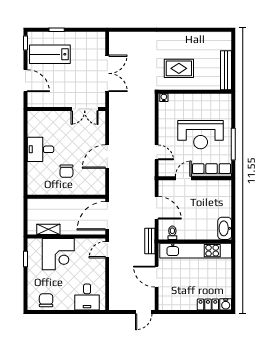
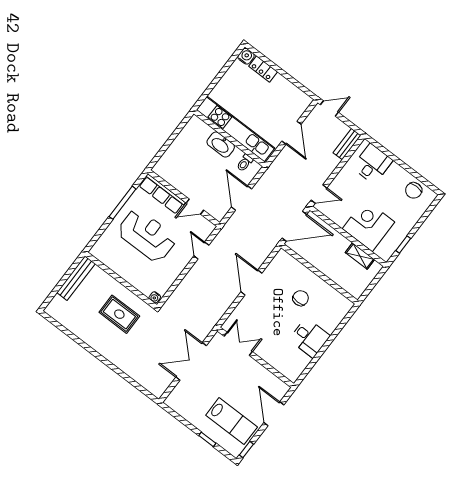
door: (107, 157) -> (251, 282), swing flipped
washbasin: (225, 228) -> (221, 145), moved, turned 90
bench: (150, 241) -> (347, 144), moved

